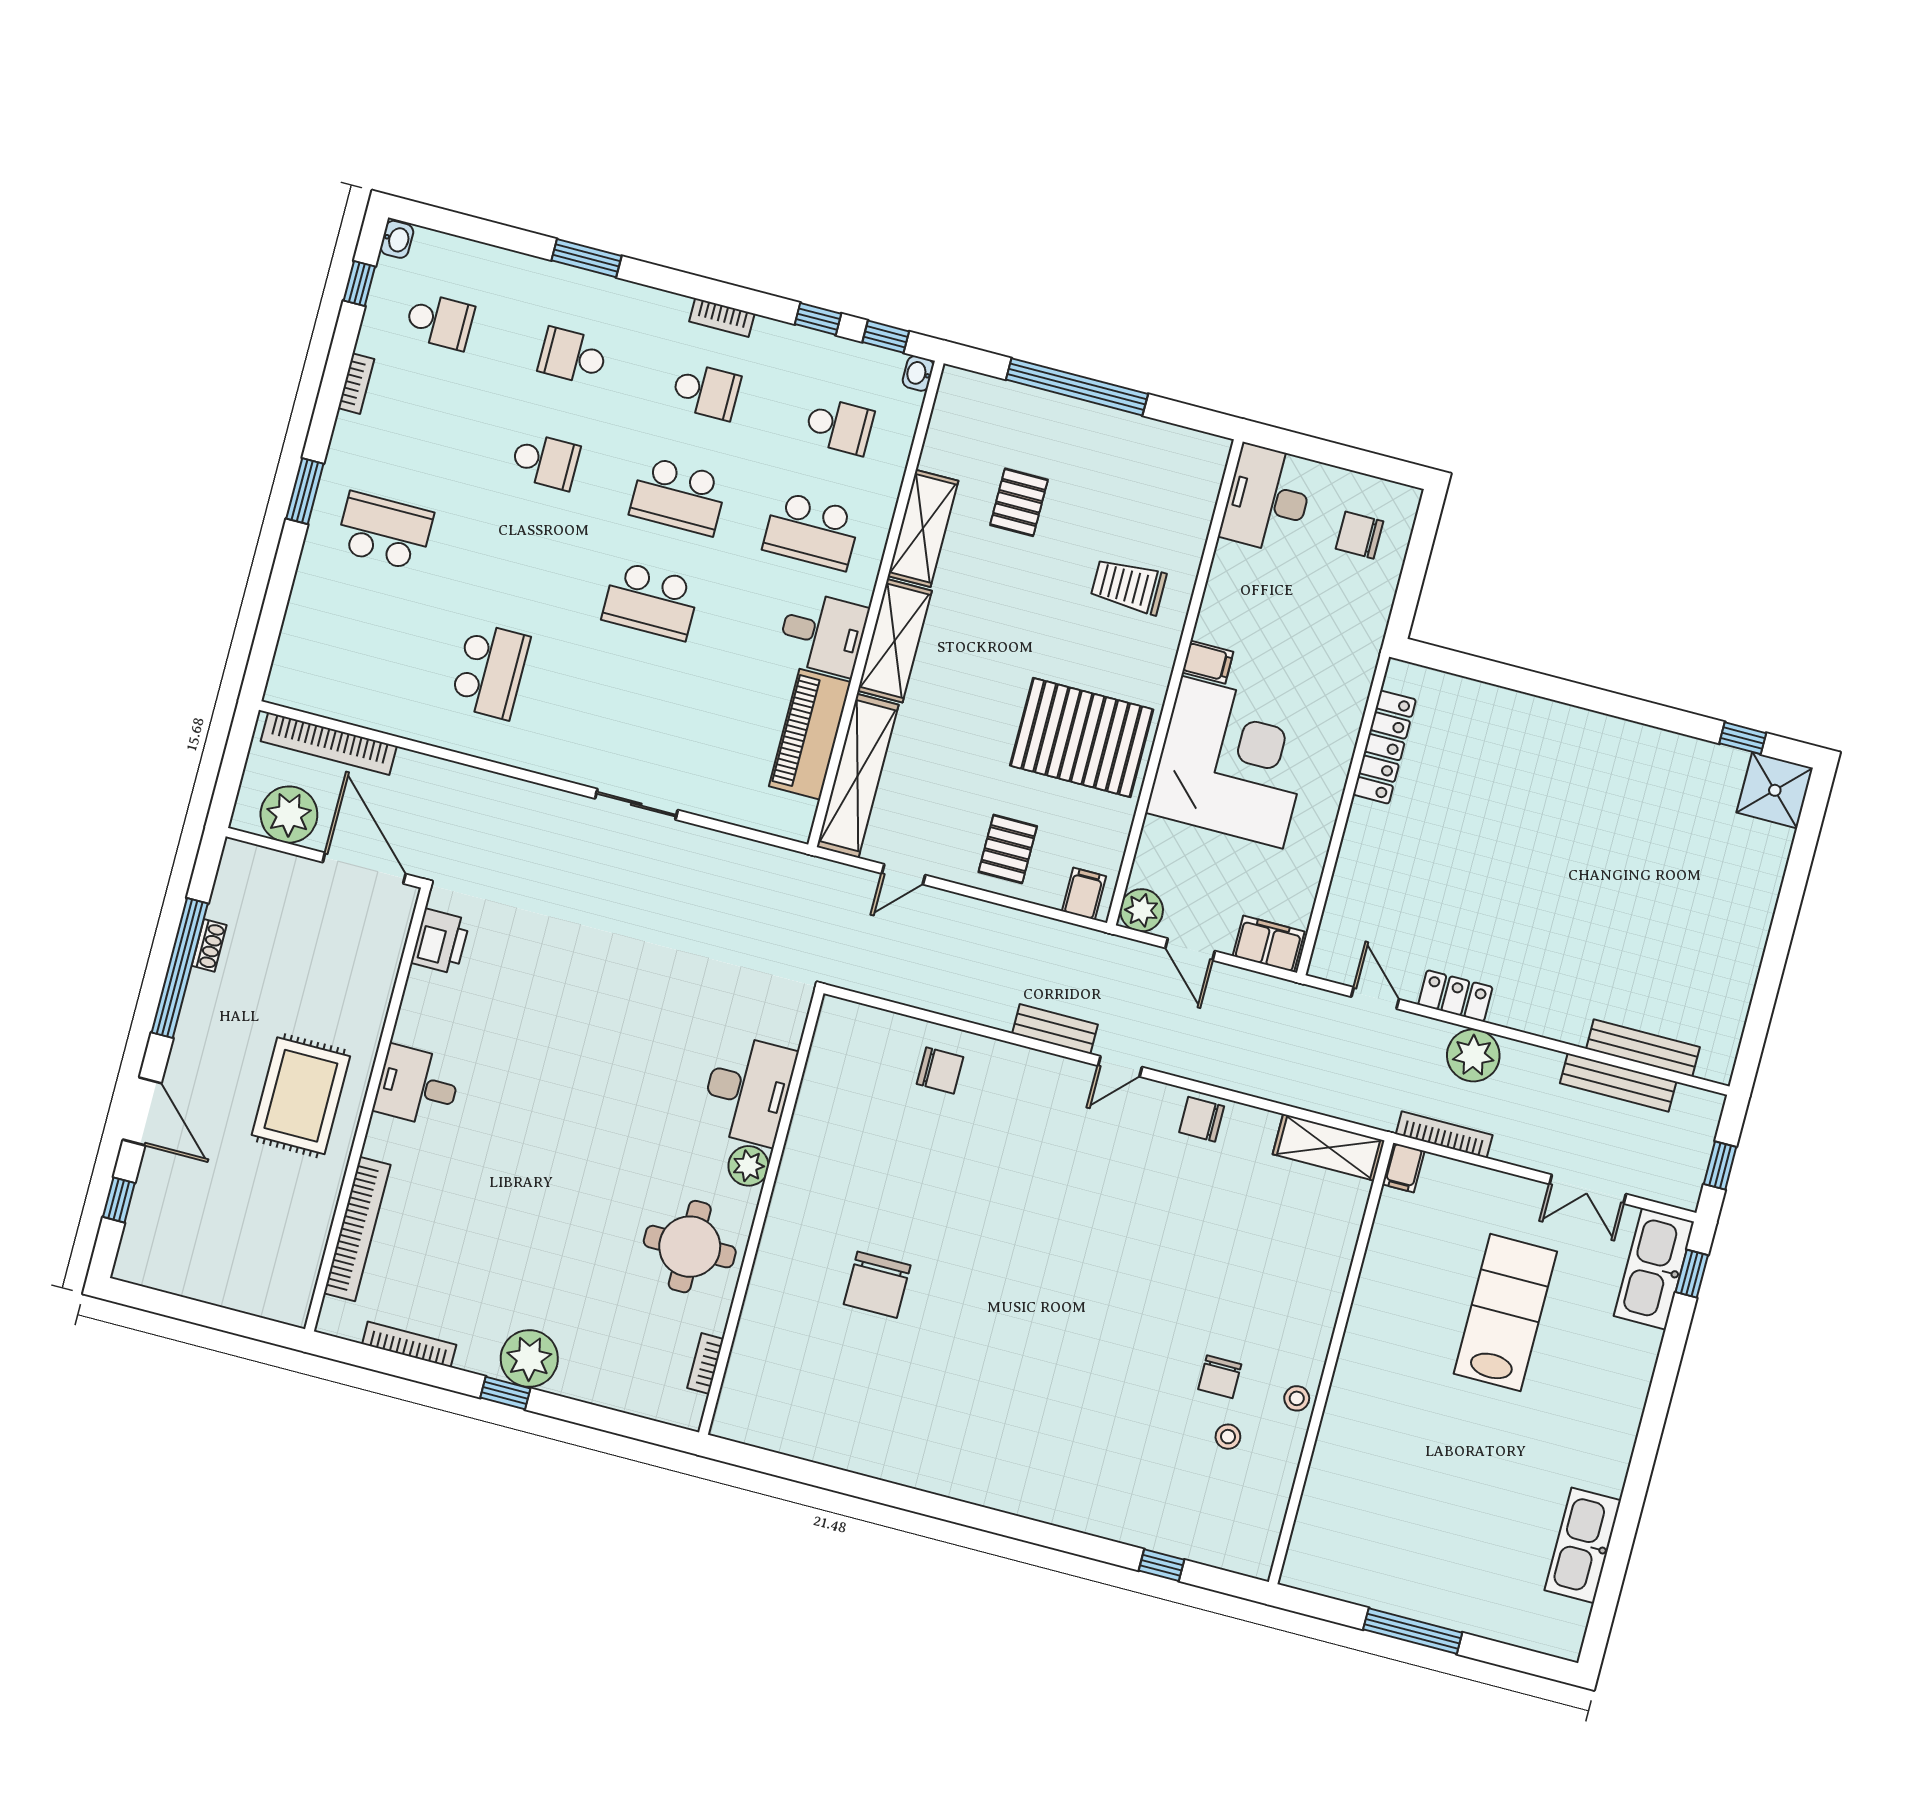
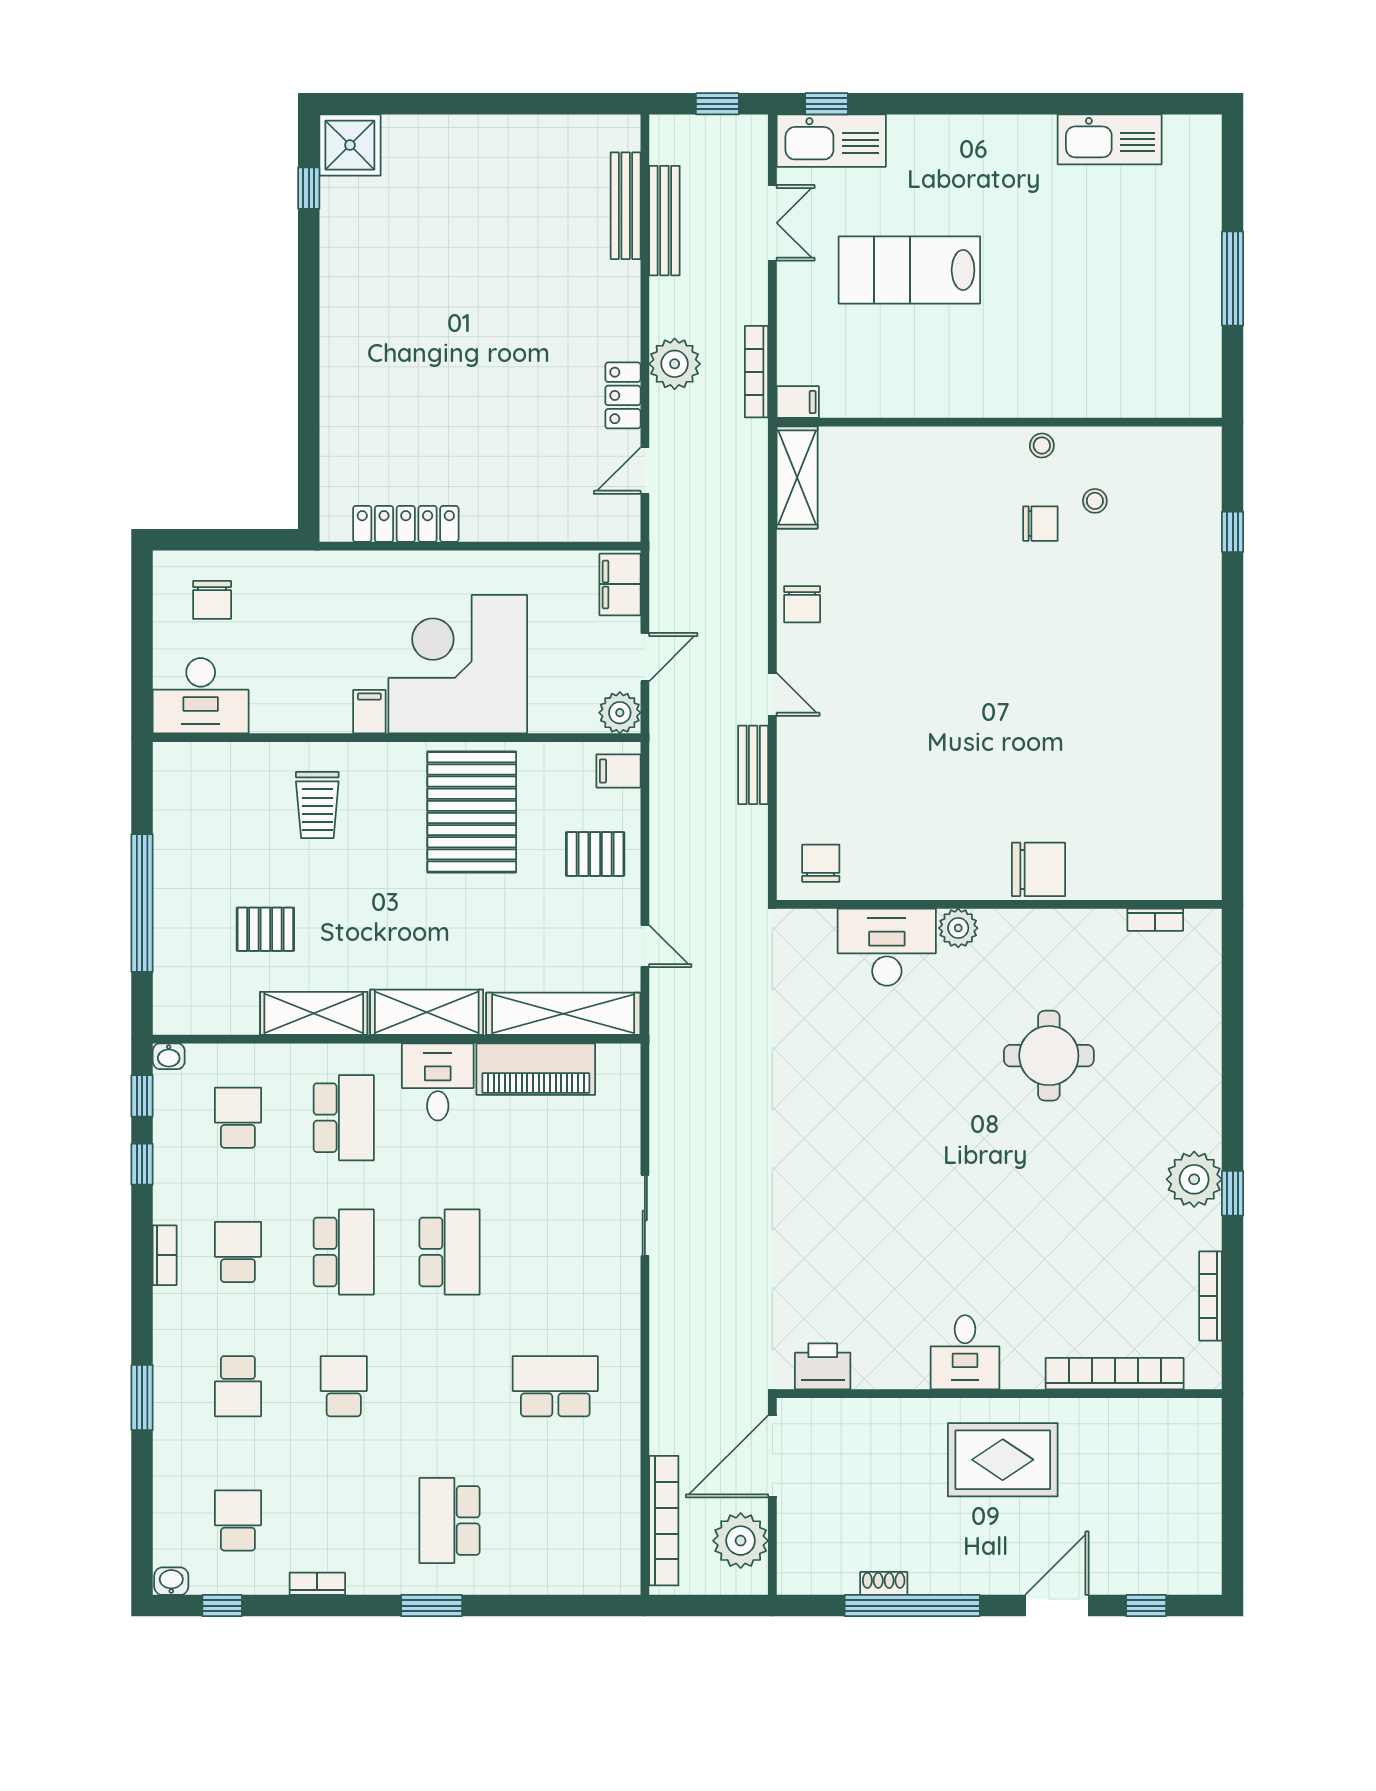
desk: (748, 1090) -> (887, 947), moved
plant: (748, 1166) -> (958, 928), moved
wall: (761, 1213) -> (999, 904), moved
bookcase: (705, 1363) -> (1155, 920), moved

